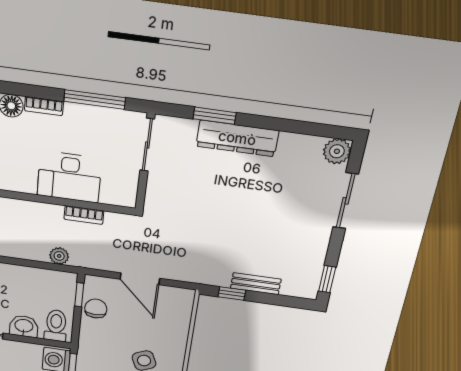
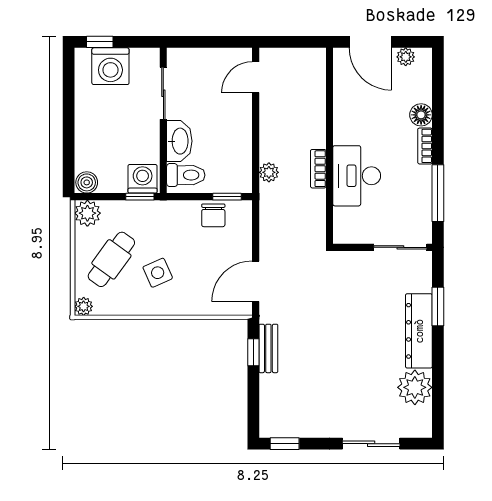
plant: (337, 151) -> (415, 387), moved, width x1.36, depth x1.36
bookcase: (84, 215) -> (318, 169), moved
door: (140, 279) -> (256, 281), moved
bench: (256, 284) -> (268, 348), moved
chair: (96, 309) -> (213, 215), turned 90
washbasin: (24, 326) -> (179, 141), width x1.38

